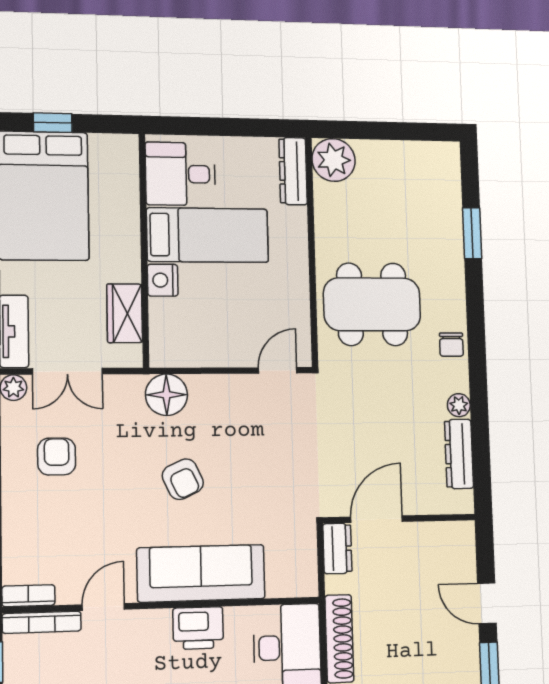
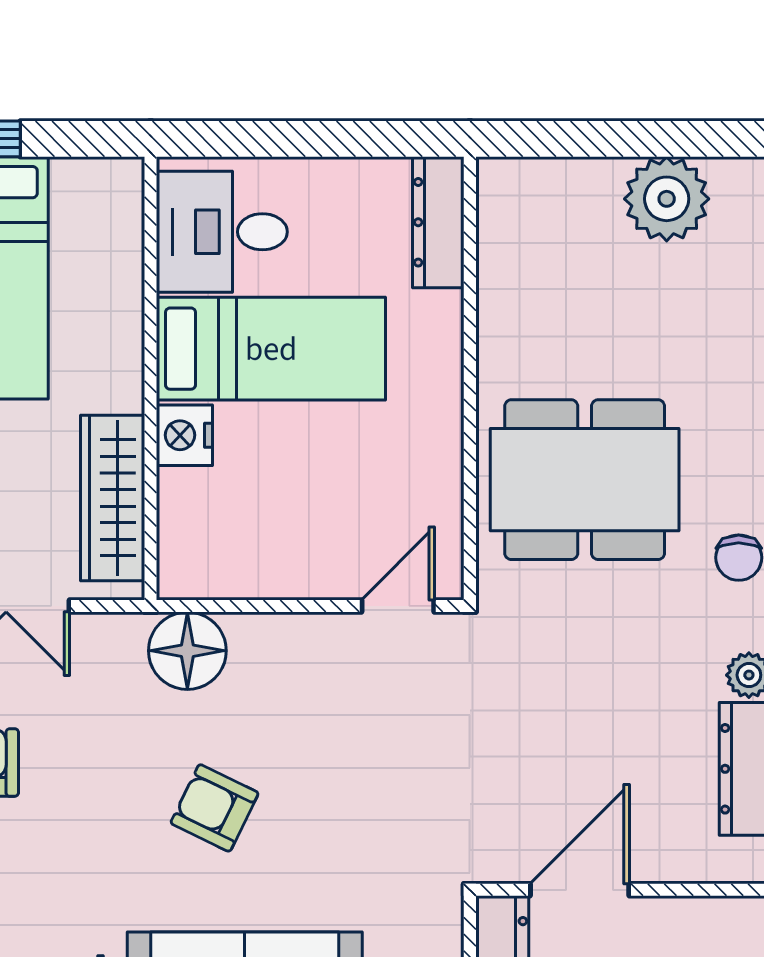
plant: (334, 160) -> (667, 199), moved
wardrobe: (125, 313) -> (113, 498), width x1.50
armchair: (183, 479) -> (215, 808), turned 141

